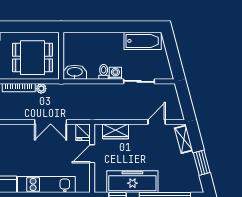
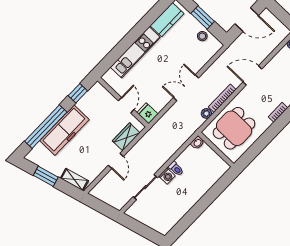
bathtub: (143, 41) -> (171, 217), removed
washbasin: (75, 72) -> (197, 143), width x0.52, depth x0.69
double door: (51, 122) -> (186, 88), moved
door: (157, 122) -> (116, 161), moved
freezer: (132, 182) -> (64, 130), moved

